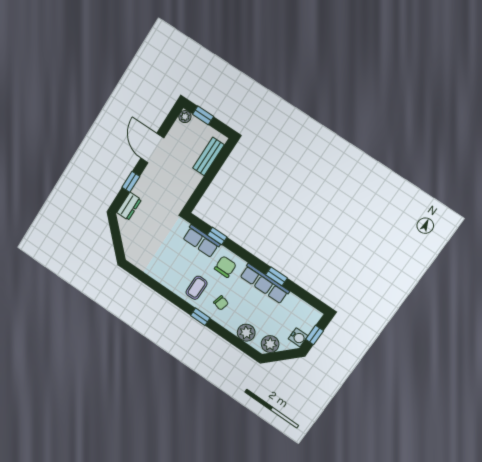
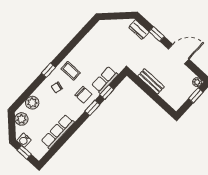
bench: (208, 156) -> (151, 81), moved
window: (277, 276) -> (92, 108), moved
row of seats: (265, 284) -> (58, 132), moved

